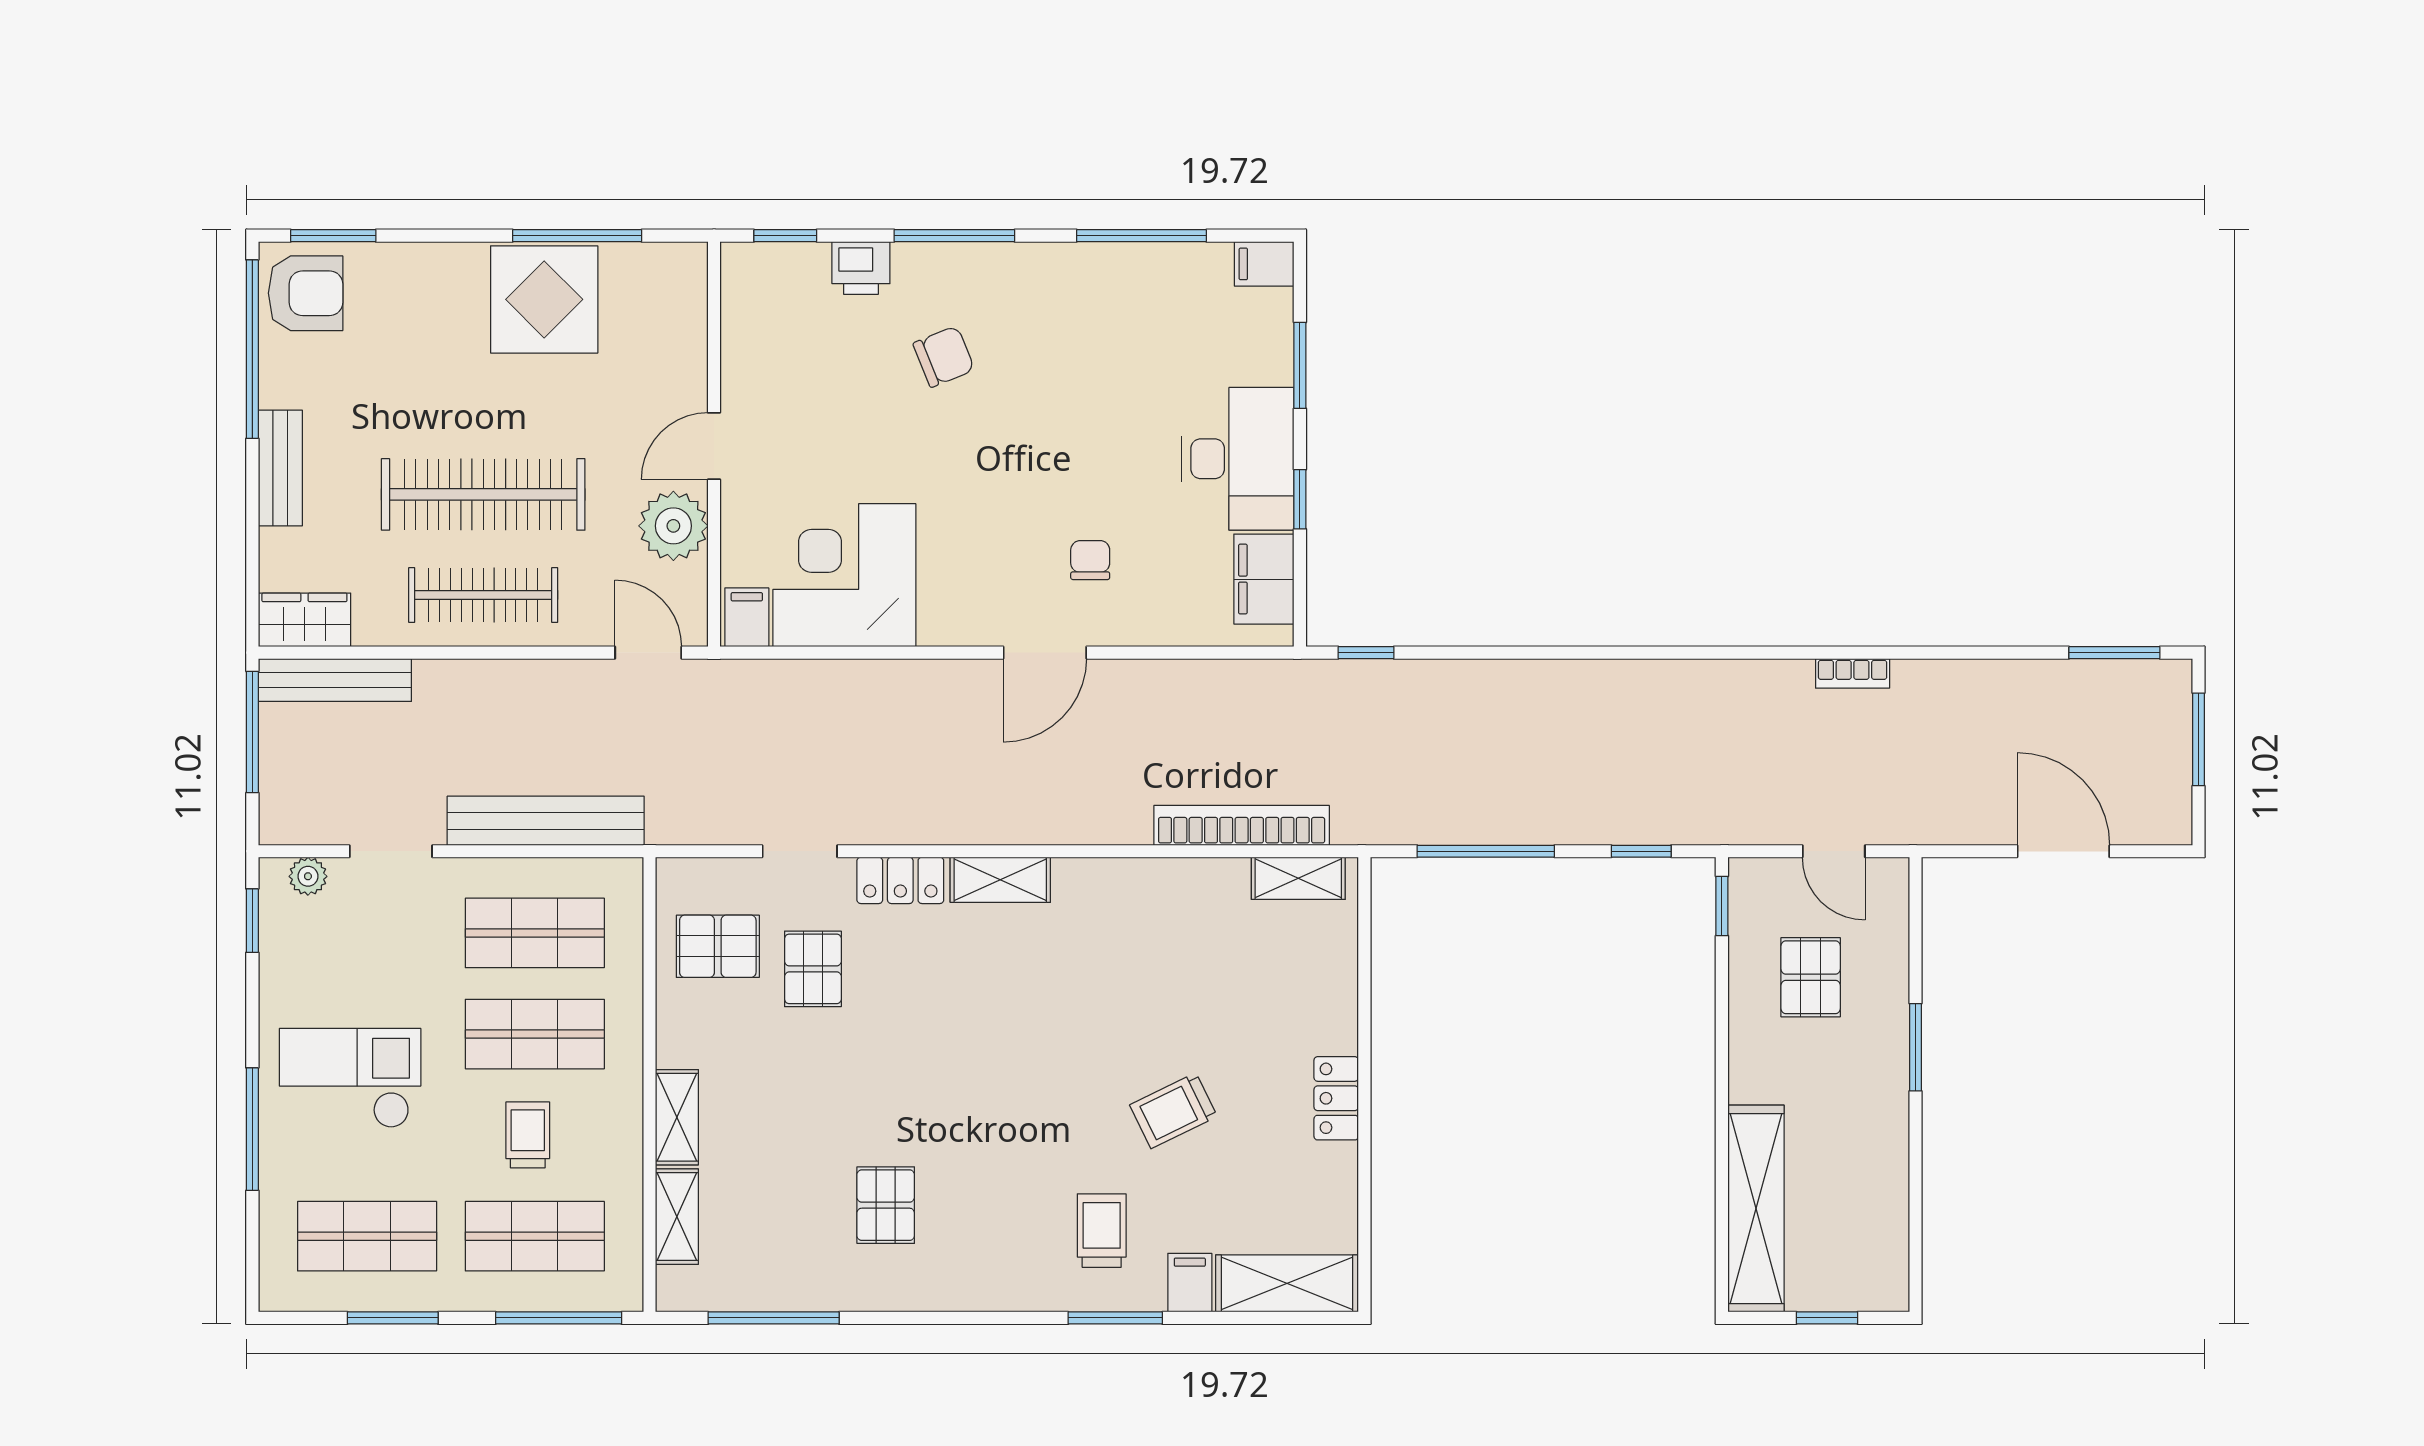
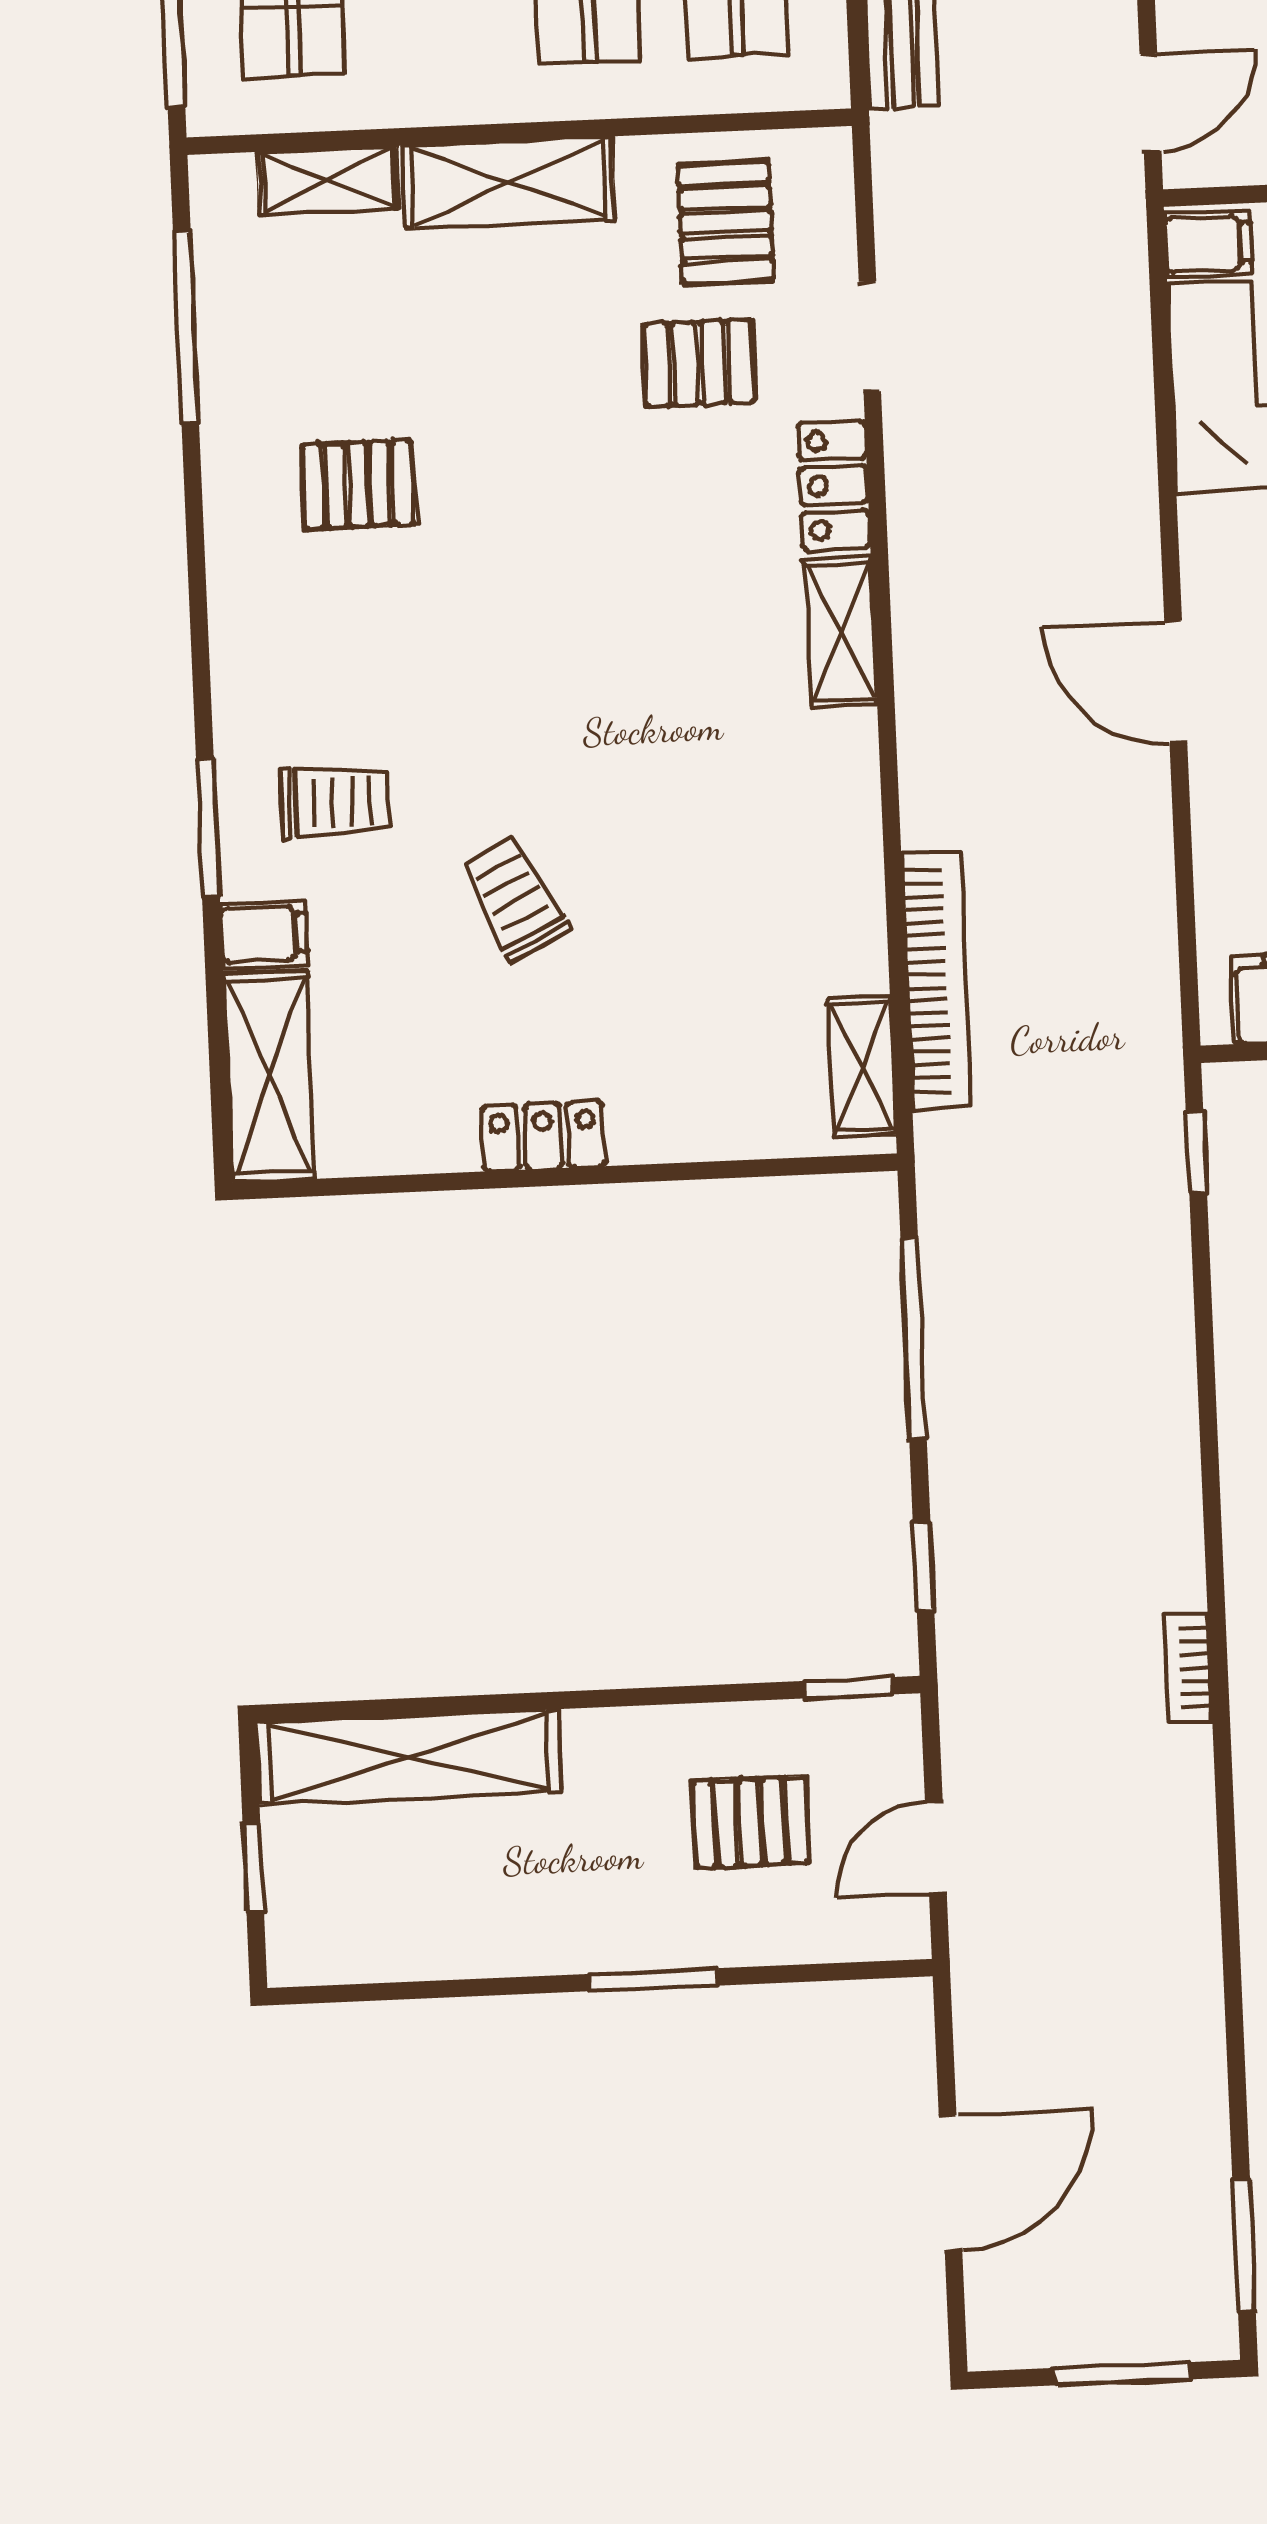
bookcase: (1853, 673) -> (1188, 1668), moved
shelving: (677, 1117) -> (508, 183), width x1.50, depth x1.33

